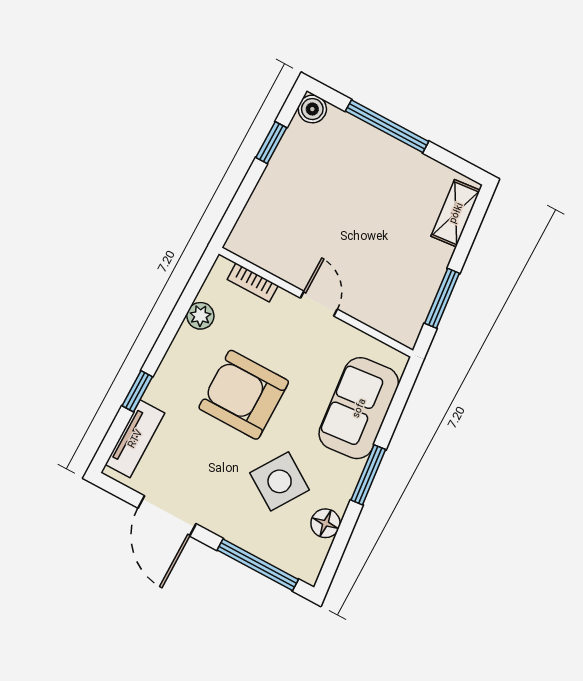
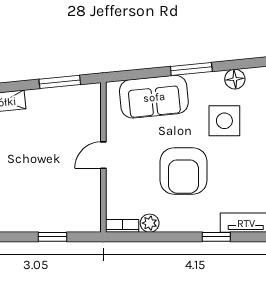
window: (271, 143) -> (52, 237), moved
bookcase: (253, 282) -> (122, 226), moved, turned -90
side table: (280, 481) -> (224, 121), turned -33

